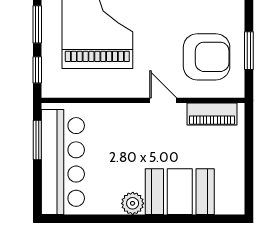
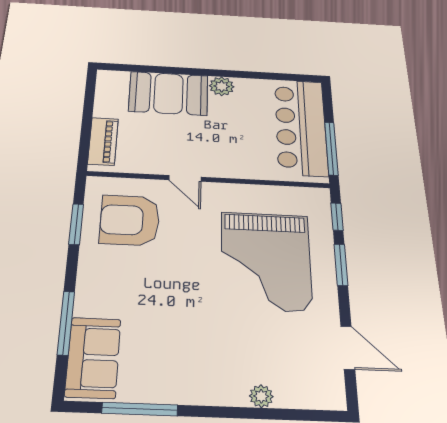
piano: (212, 114) -> (103, 141), moved, turned 90
window: (37, 140) -> (331, 148), width x1.44

